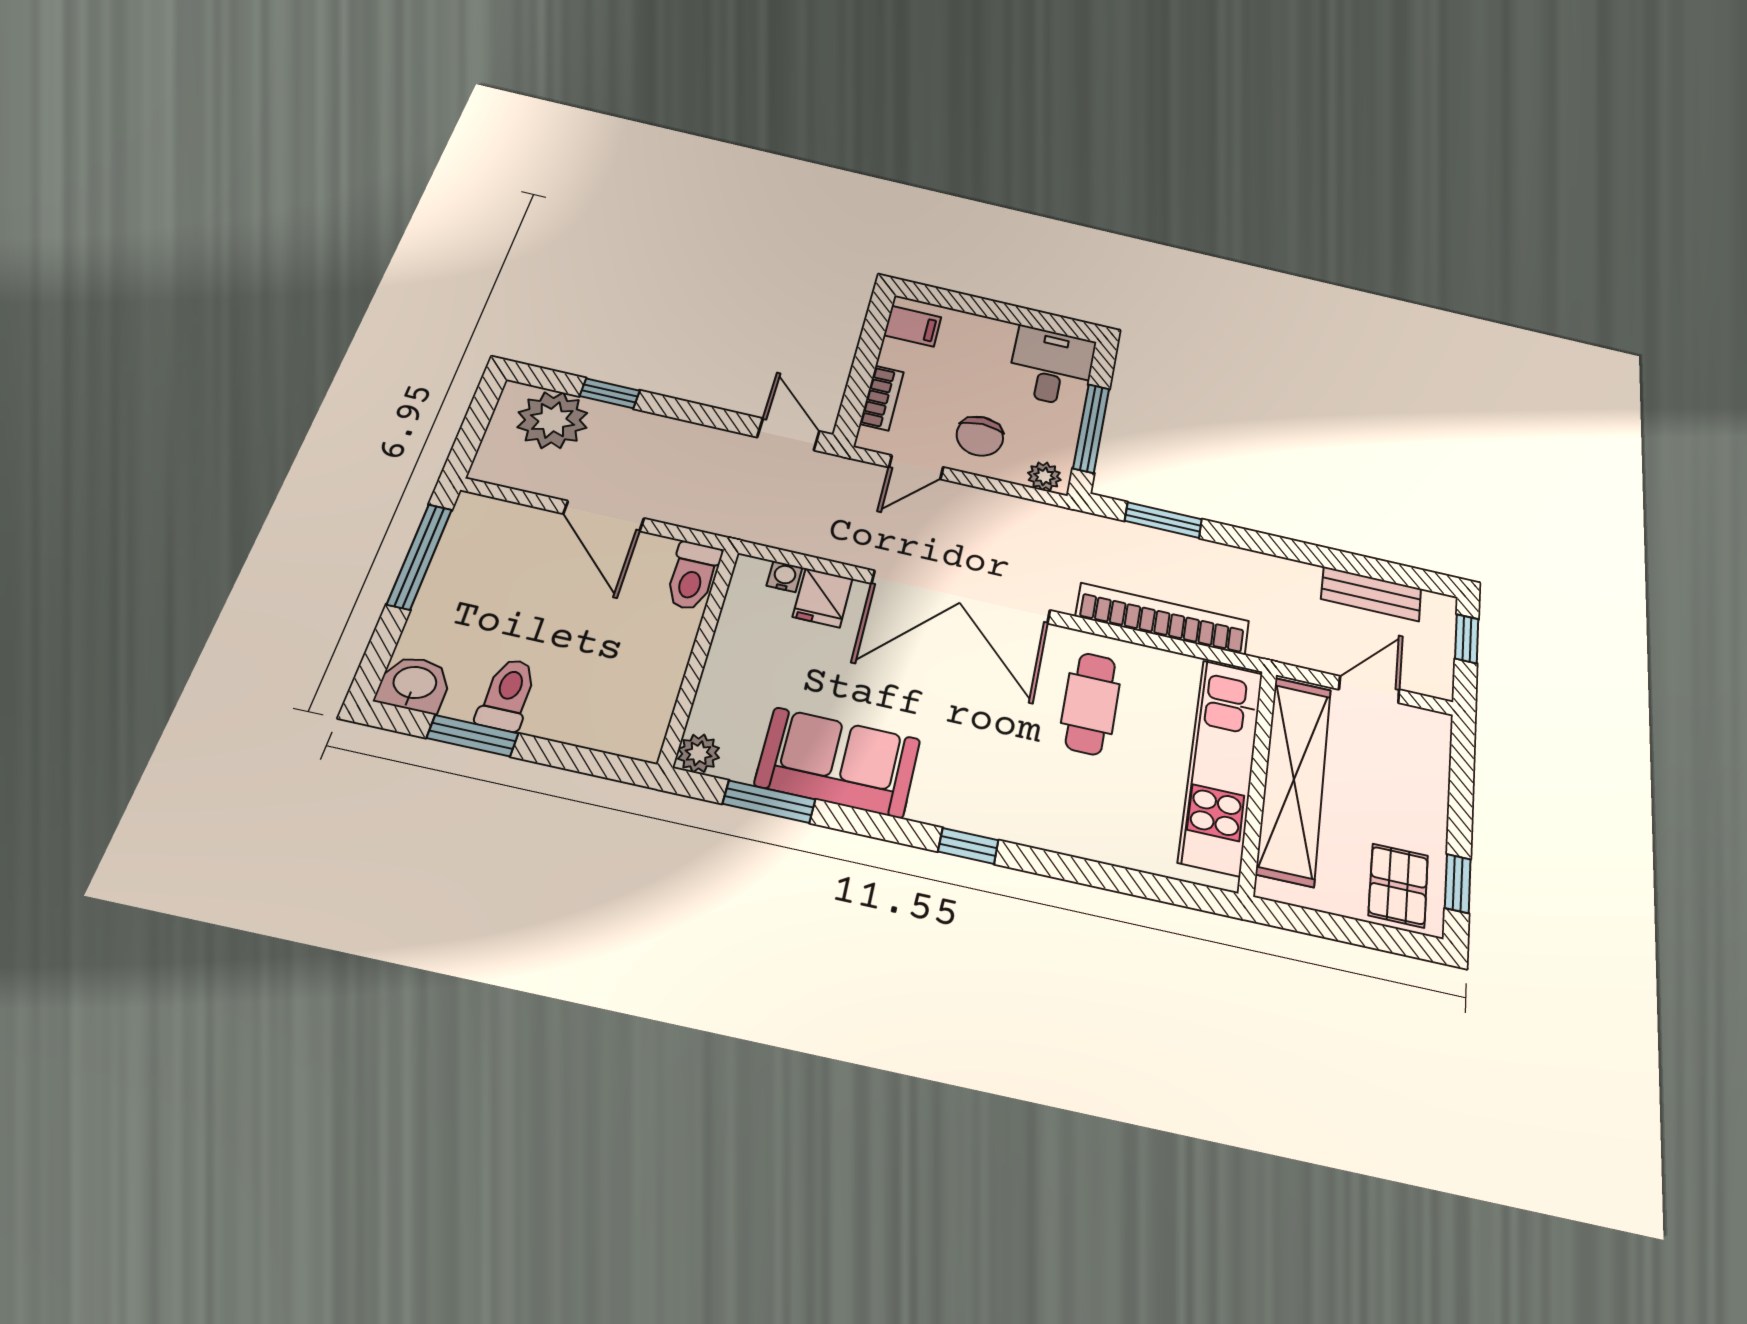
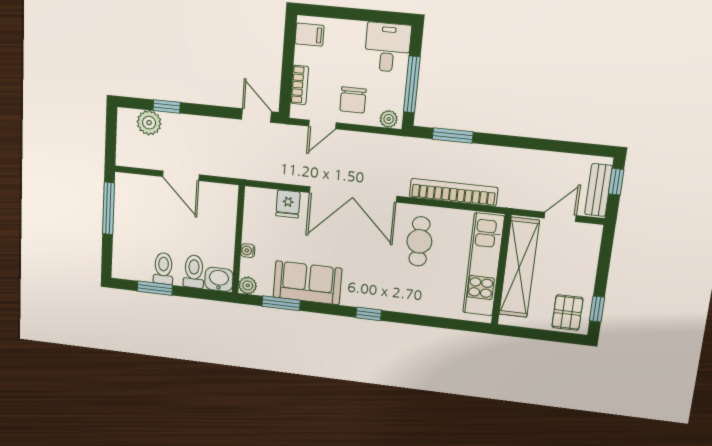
plant: (552, 420) -> (149, 123), width x0.73, depth x0.73
toilet: (693, 576) -> (194, 271), moved, turned 180
water cooler: (784, 577) -> (248, 251), moved, turned -90
bench: (1371, 594) -> (599, 190), moved, turned 90
washbasin: (414, 684) -> (219, 279), moved

